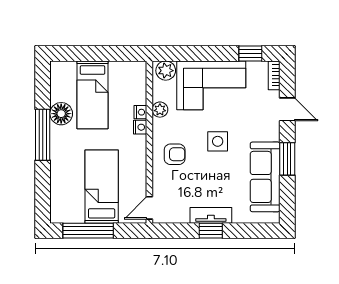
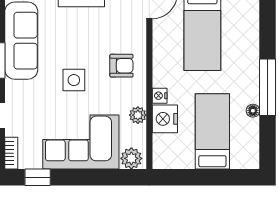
nightstand: (140, 112) -> (165, 119), width x1.89, depth x1.79
floor lamp: (61, 114) -> (253, 111), width x0.53, depth x0.53
armchair: (175, 154) -> (121, 66), turned 180

